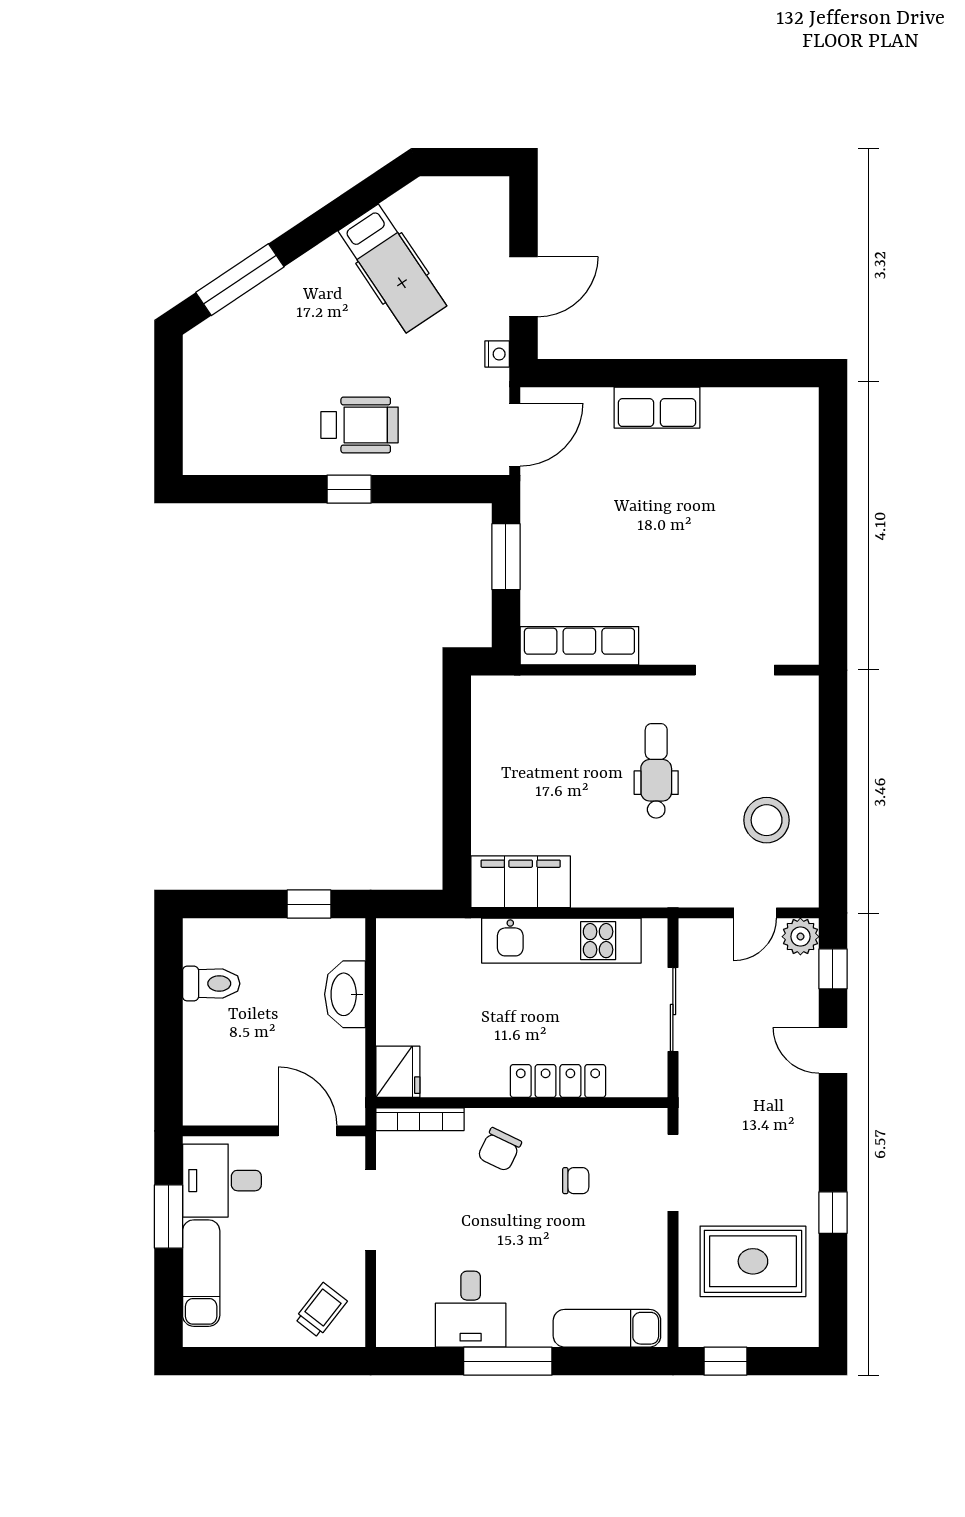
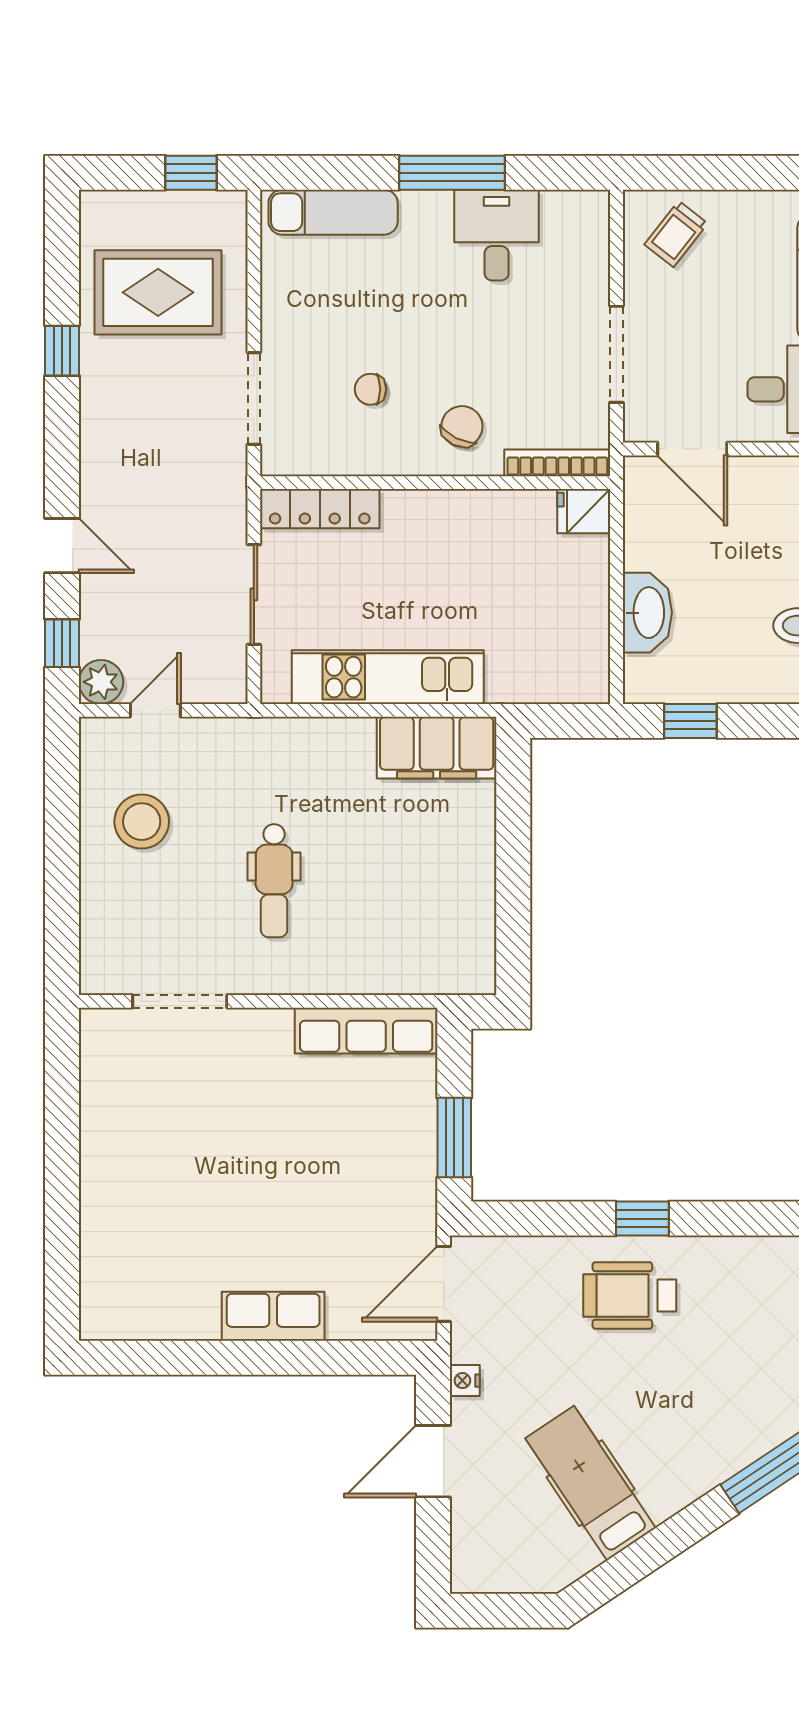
fridge: (398, 1072) -> (584, 511), width x0.72
locker: (558, 1081) -> (320, 509), moved

